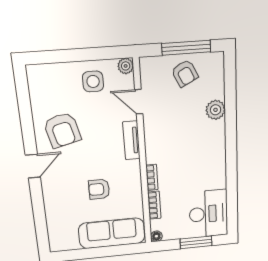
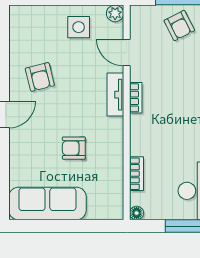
armchair: (62, 130) -> (40, 77), width x0.72, depth x0.72
bookcase: (152, 177) -> (136, 98), moved
sofa: (112, 233) -> (47, 204), moved

